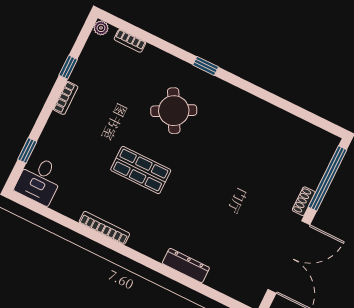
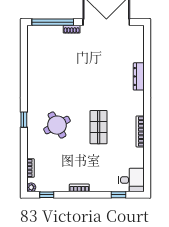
window: (68, 67) -> (47, 195), moved

